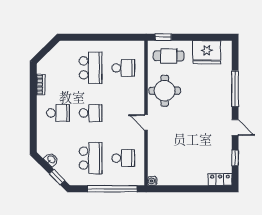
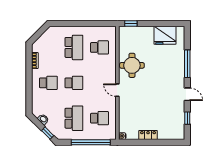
cafe table: (169, 56) -> (135, 38), removed
locker: (220, 180) -> (148, 135), moved

